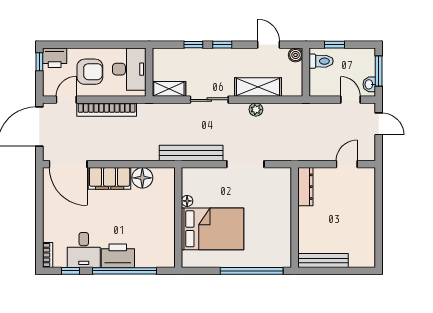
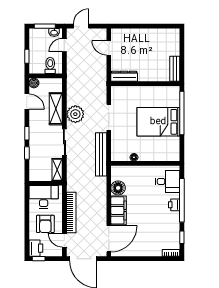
door: (269, 45) -> (27, 101), swing flipped
toilet: (321, 61) -> (50, 65), moved
armchair: (90, 72) -> (45, 224), turned 180
plant: (256, 110) -> (75, 114), width x1.87, depth x1.87
bed: (213, 229) -> (158, 122), moved, turned -90
desk: (84, 250) -> (168, 181), moved
printer: (118, 256) -> (174, 205), width x0.53, depth x0.68
bench: (323, 260) -> (175, 69), width x0.73

